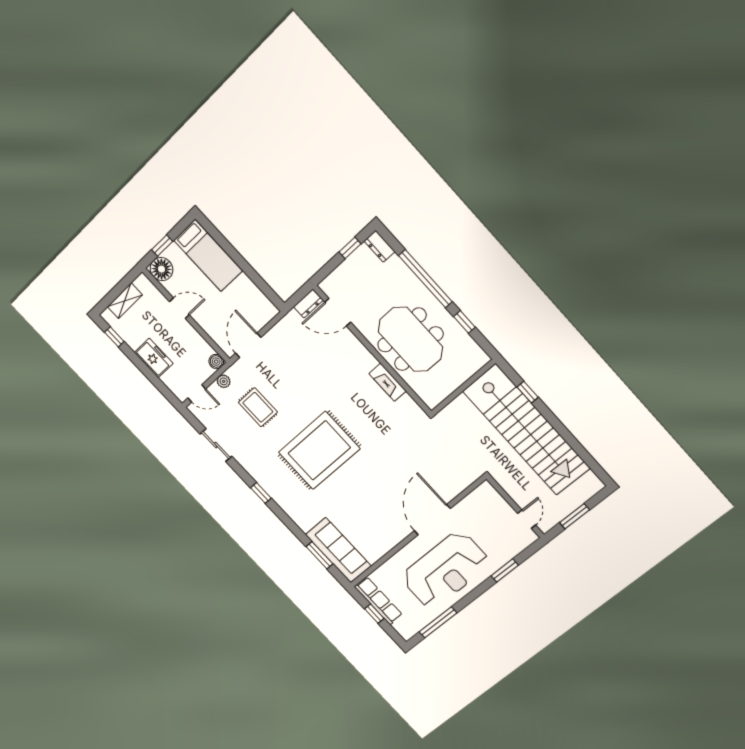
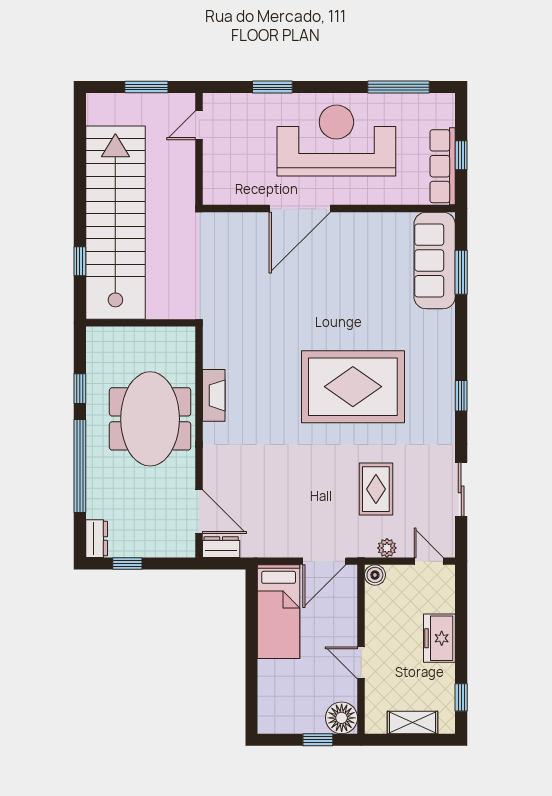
bed: (208, 256) -> (279, 612), moved, turned 180

